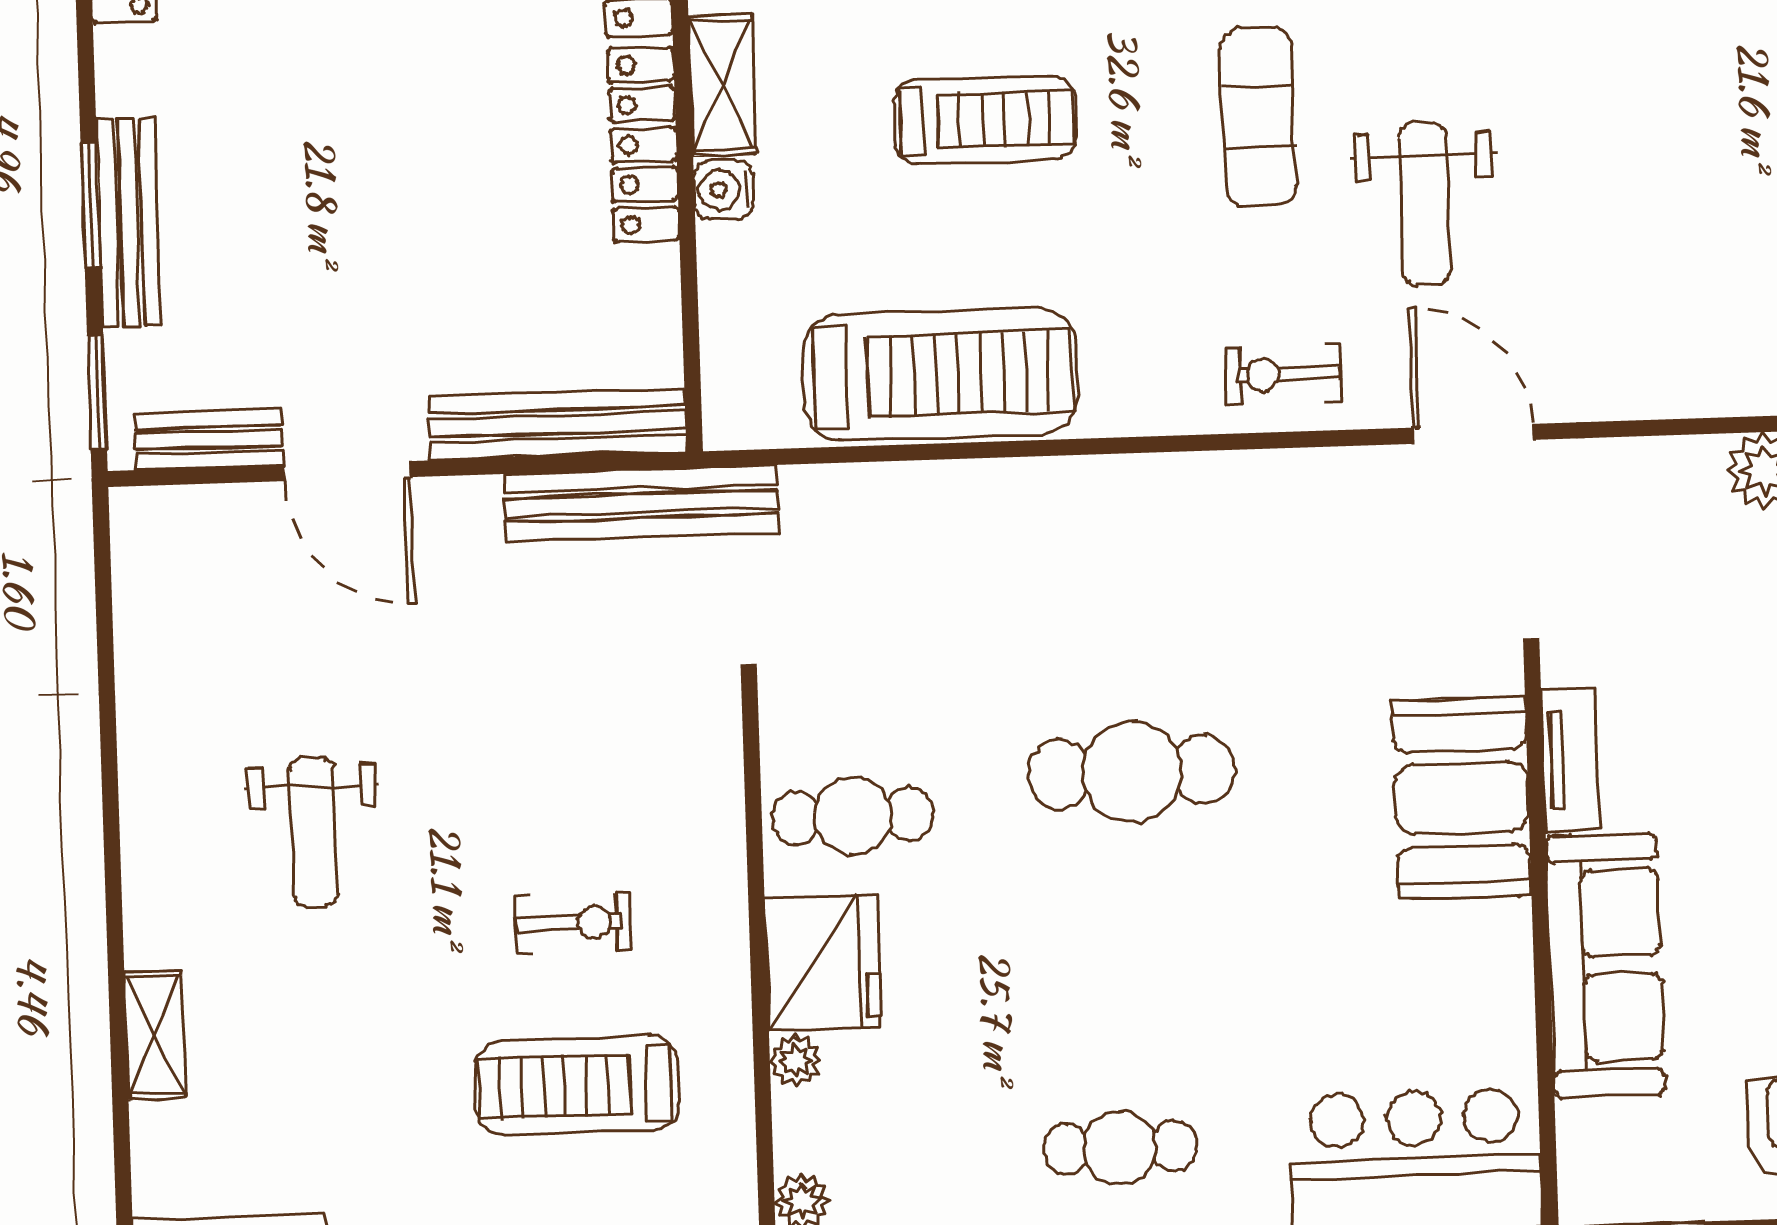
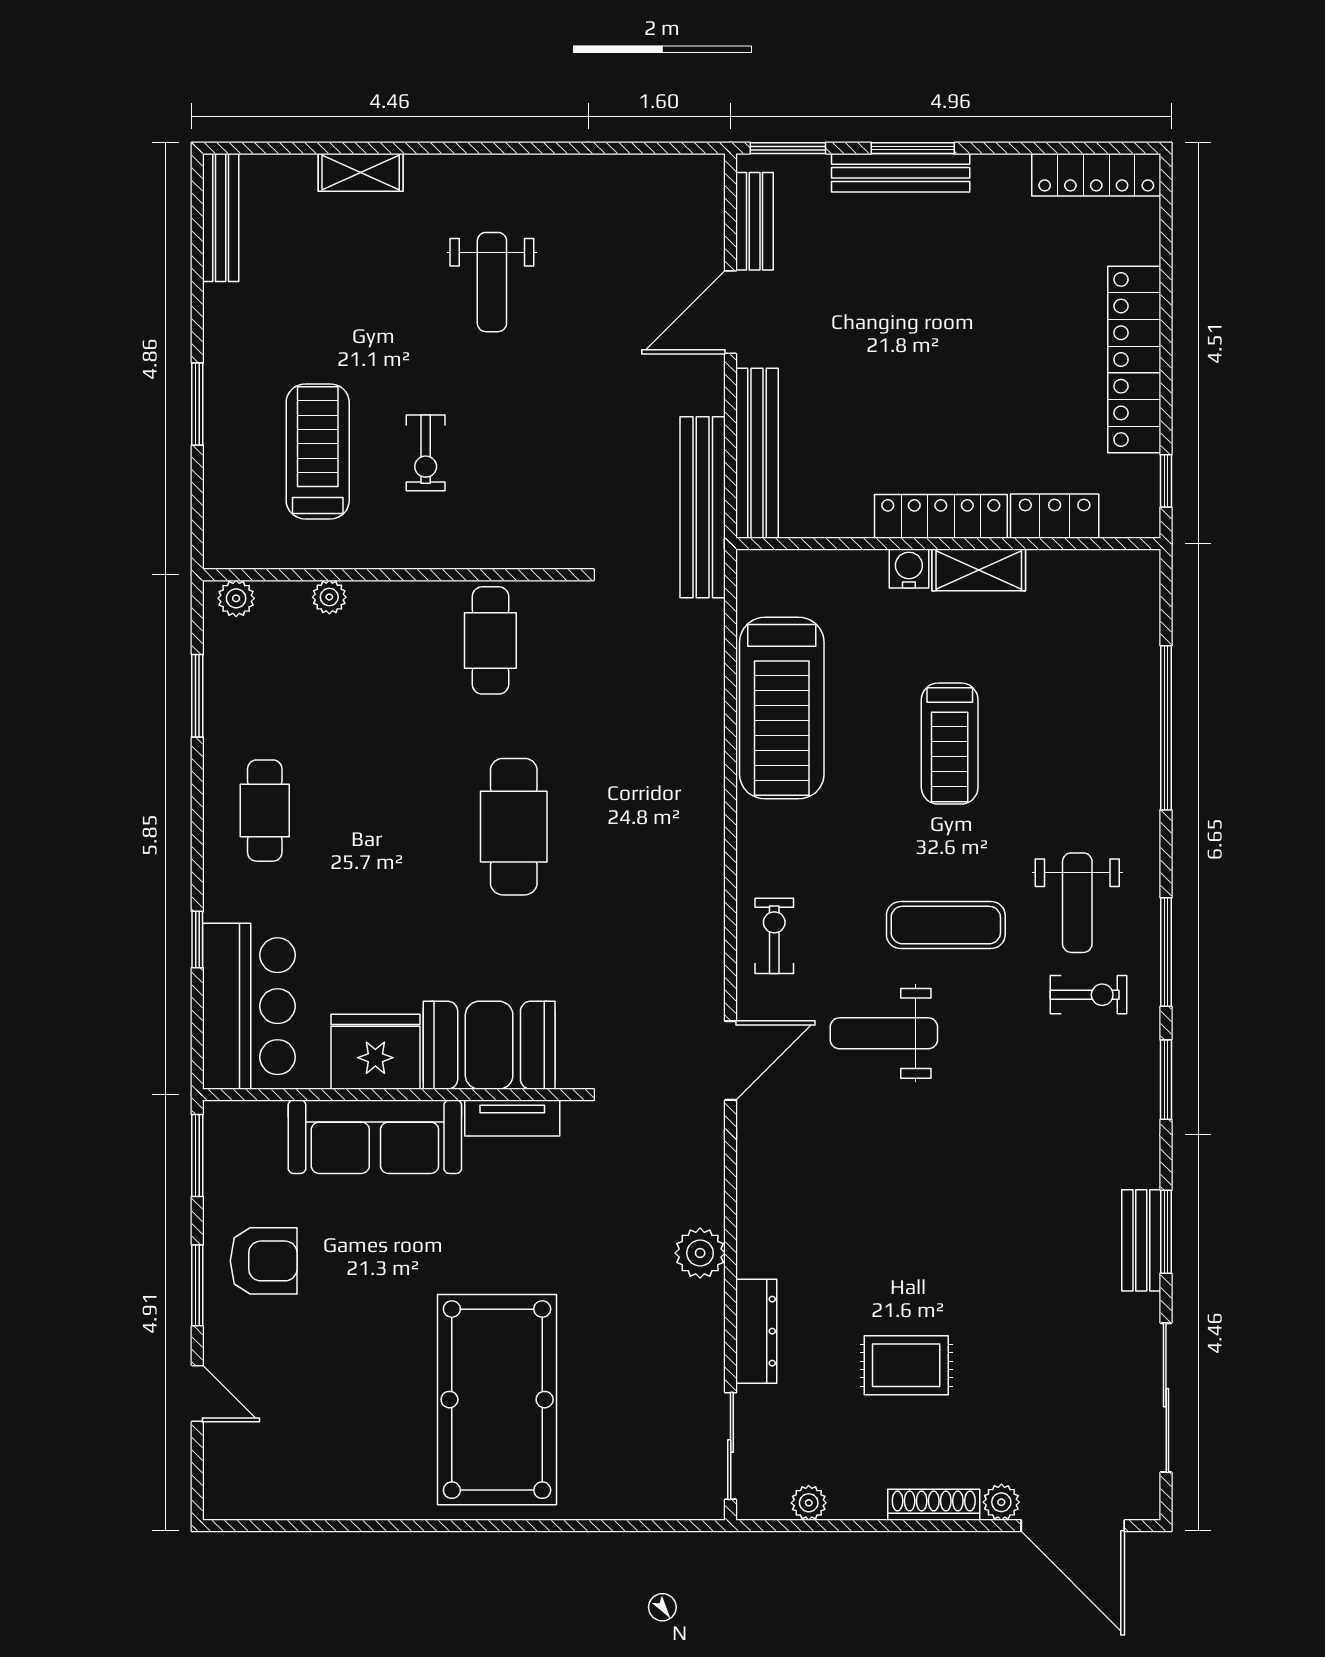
weight bench: (313, 832) -> (492, 282), turned -90
fridge: (823, 962) -> (375, 1052), moved, turned 180

